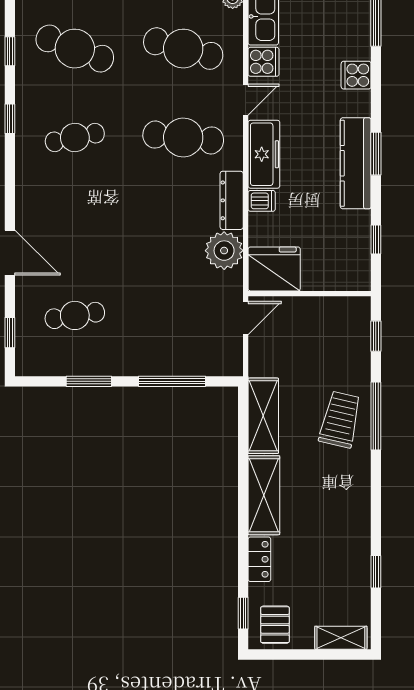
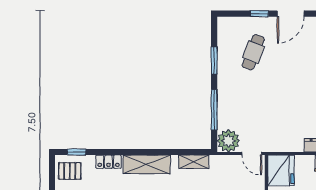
plant: (224, 251) -> (228, 141), moved
cafe table: (75, 315) -> (253, 52), turned 30
window: (10, 333) -> (259, 14), moved
shelving: (263, 416) -> (194, 162), width x0.67, depth x0.75

